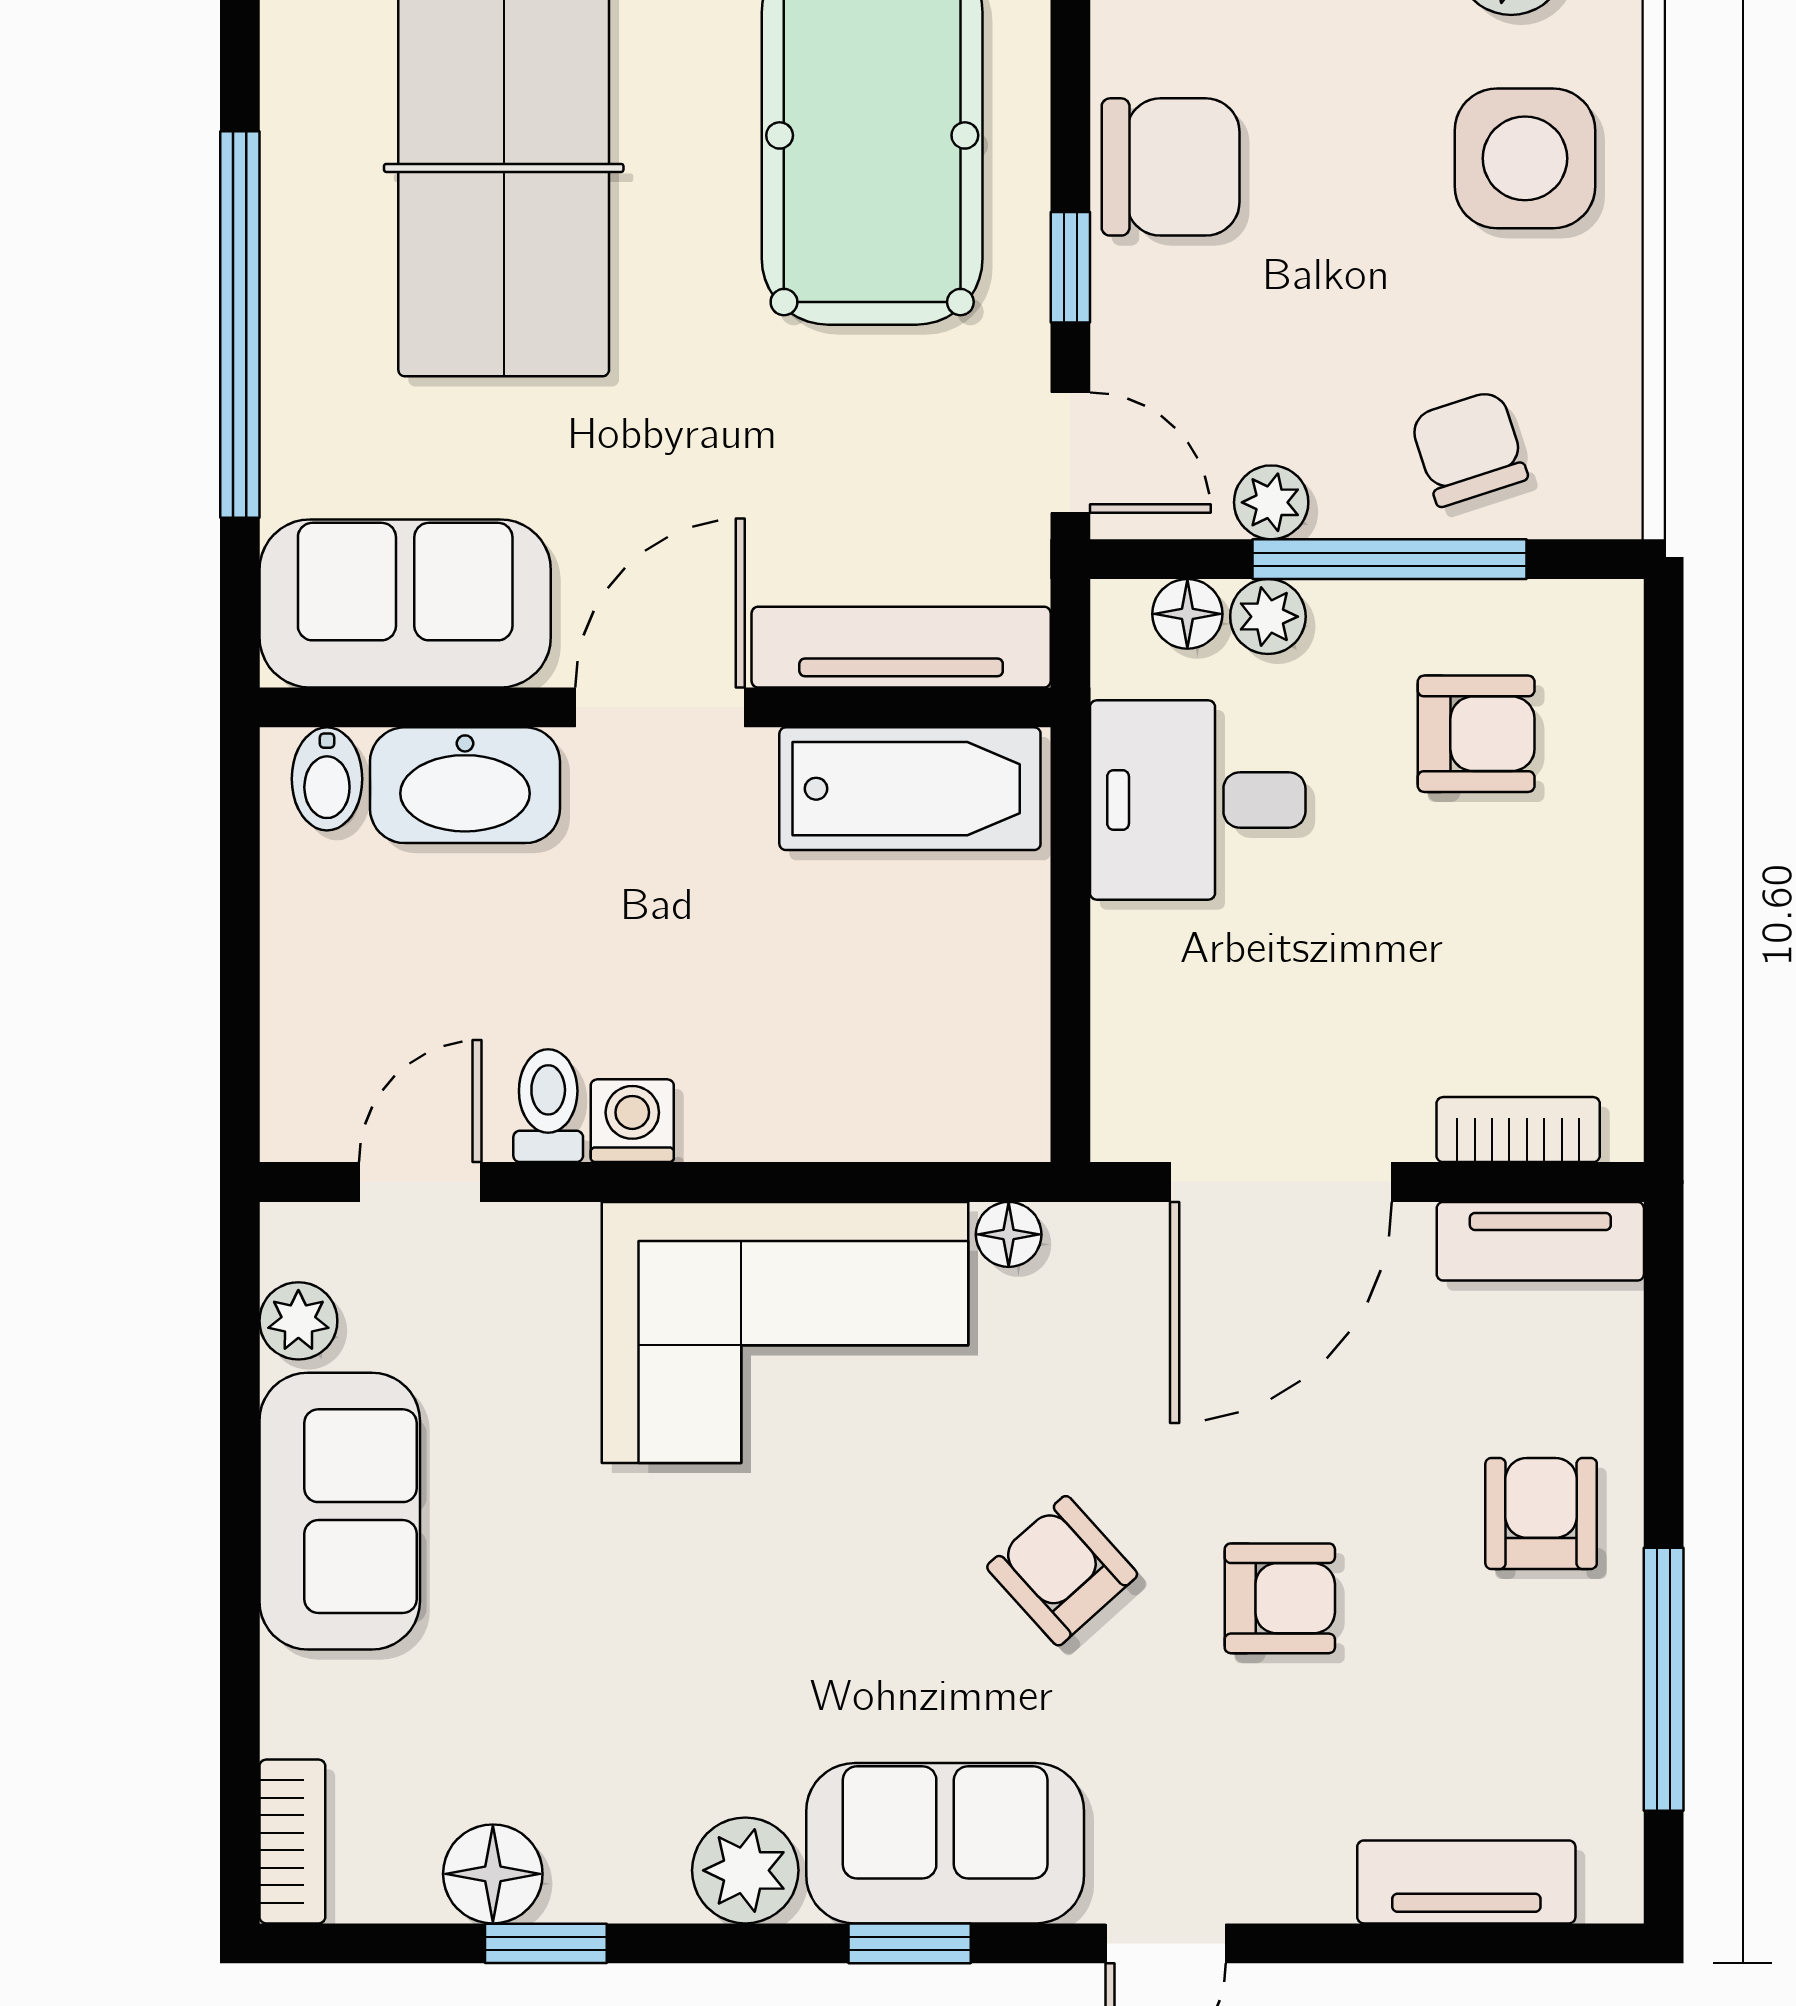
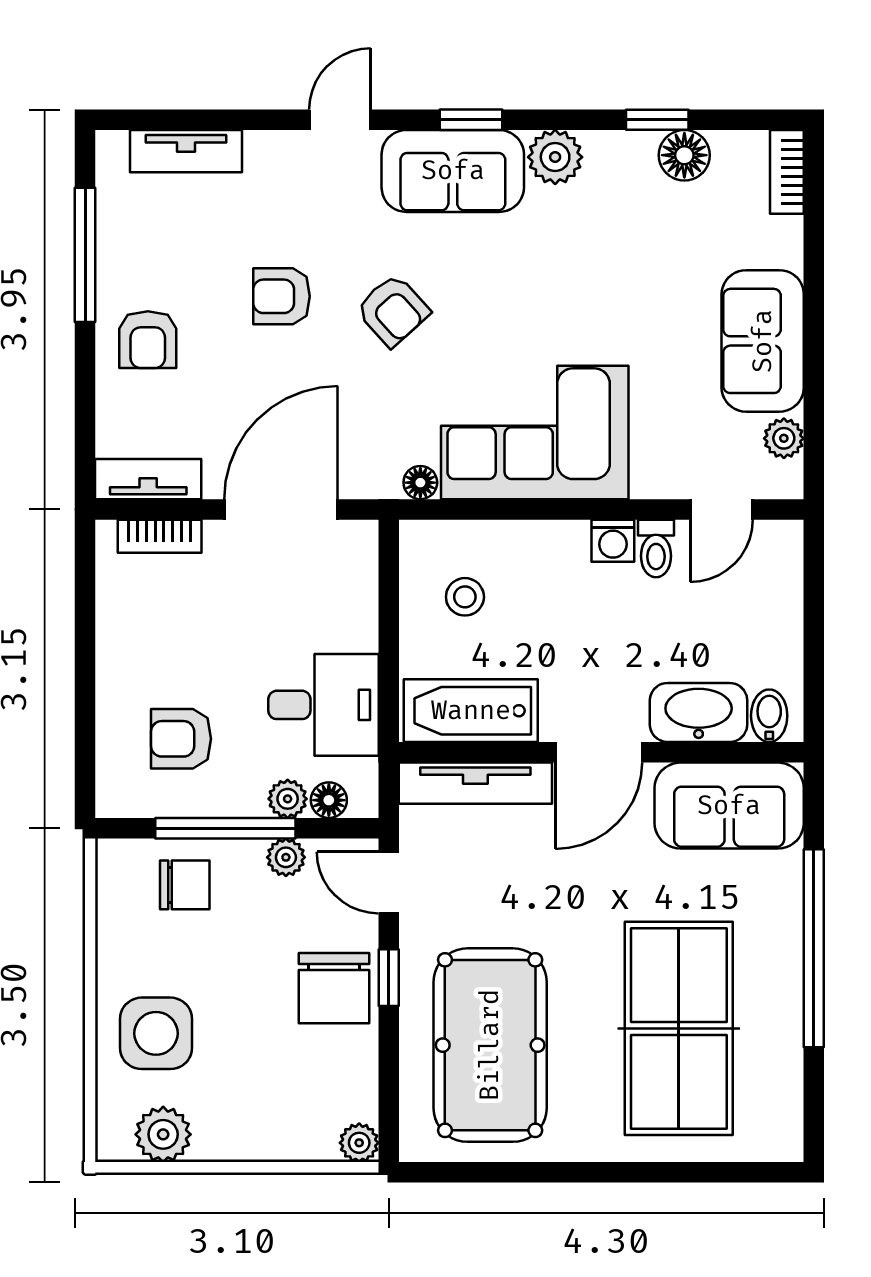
chair: (1171, 167) -> (334, 988), moved, turned -90
chair: (1469, 448) -> (185, 885), turned -72
stool: (921, 1011) -> (465, 597), added

